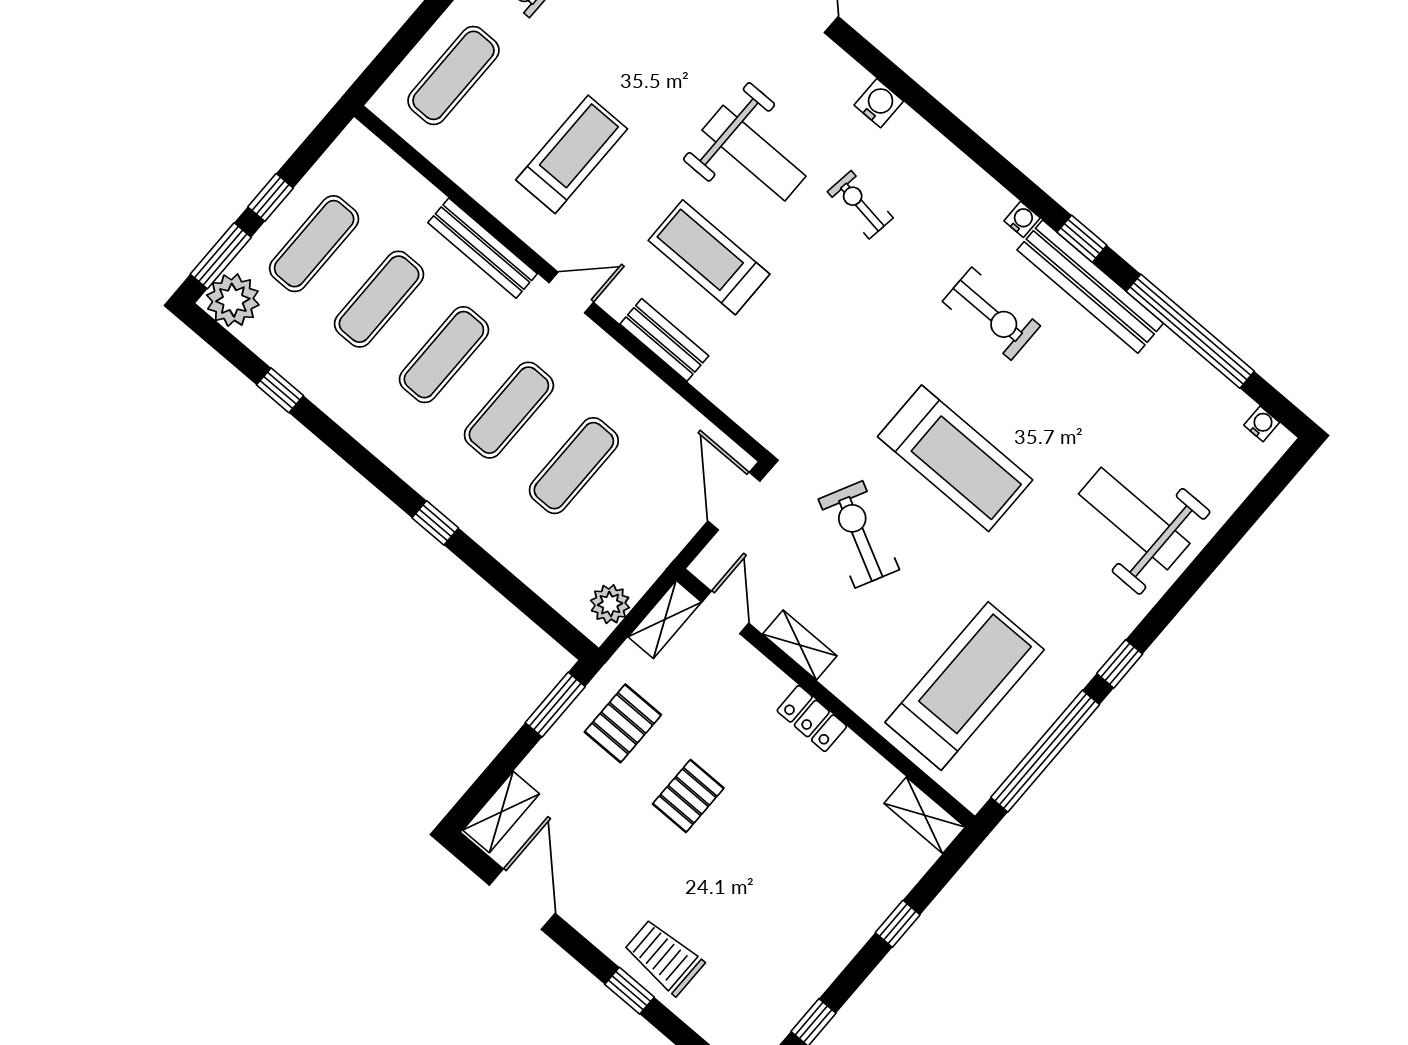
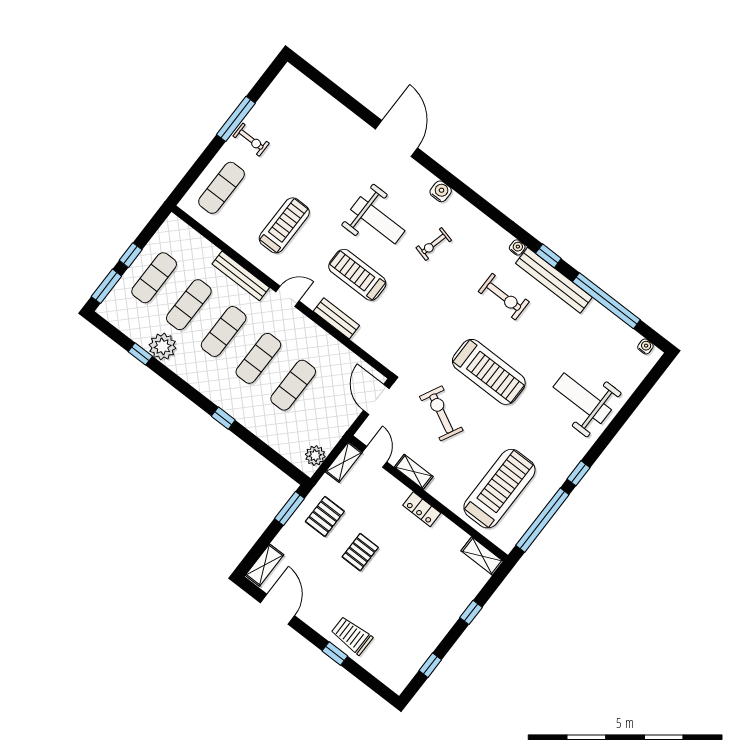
exercise bike: (860, 205) -> (434, 244), turned -84
plant: (233, 300) -> (163, 346), moved

